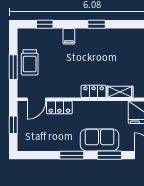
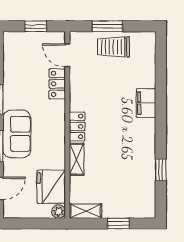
window: (45, 24) -> (161, 66), removed
window: (97, 24) -> (161, 170), moved
filing cabinet: (69, 36) -> (146, 103), width x2.00

